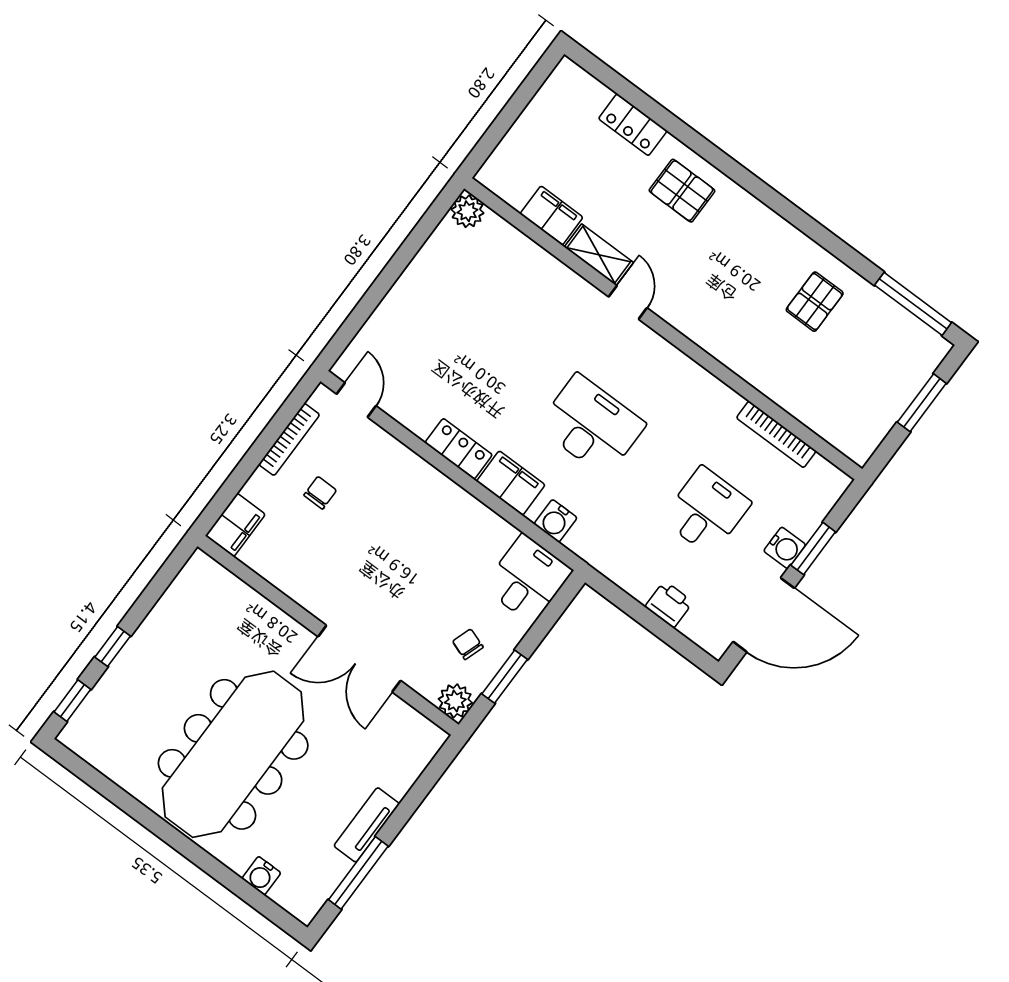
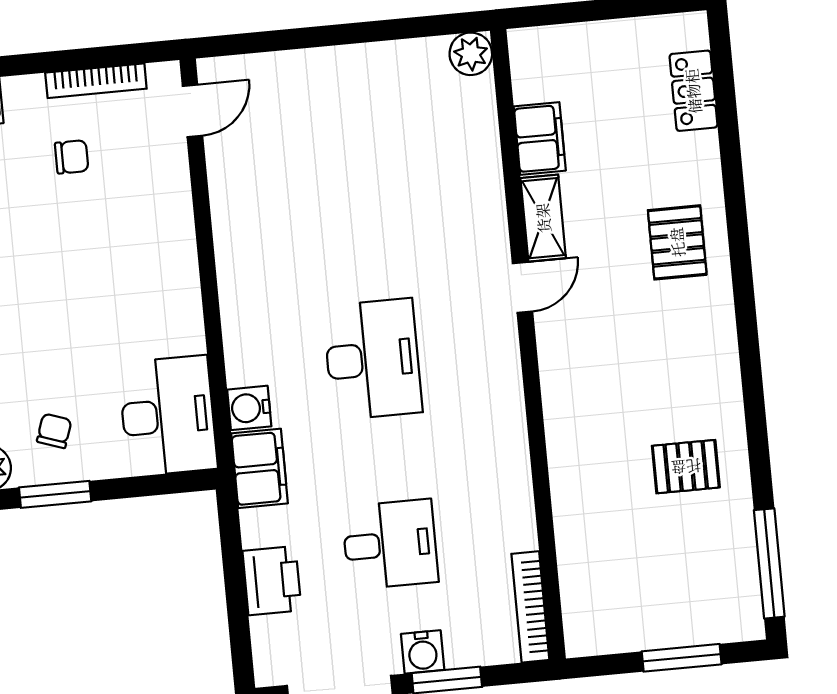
locker: (633, 125) -> (693, 91), moved
bookcase: (776, 434) -> (530, 607), moved
locker: (459, 449) -> (234, 252), removed
filing cabinet: (511, 483) -> (260, 468), moved
desk: (528, 579) -> (168, 416), width x1.37
printer: (669, 604) -> (272, 581), width x1.36, depth x1.24

